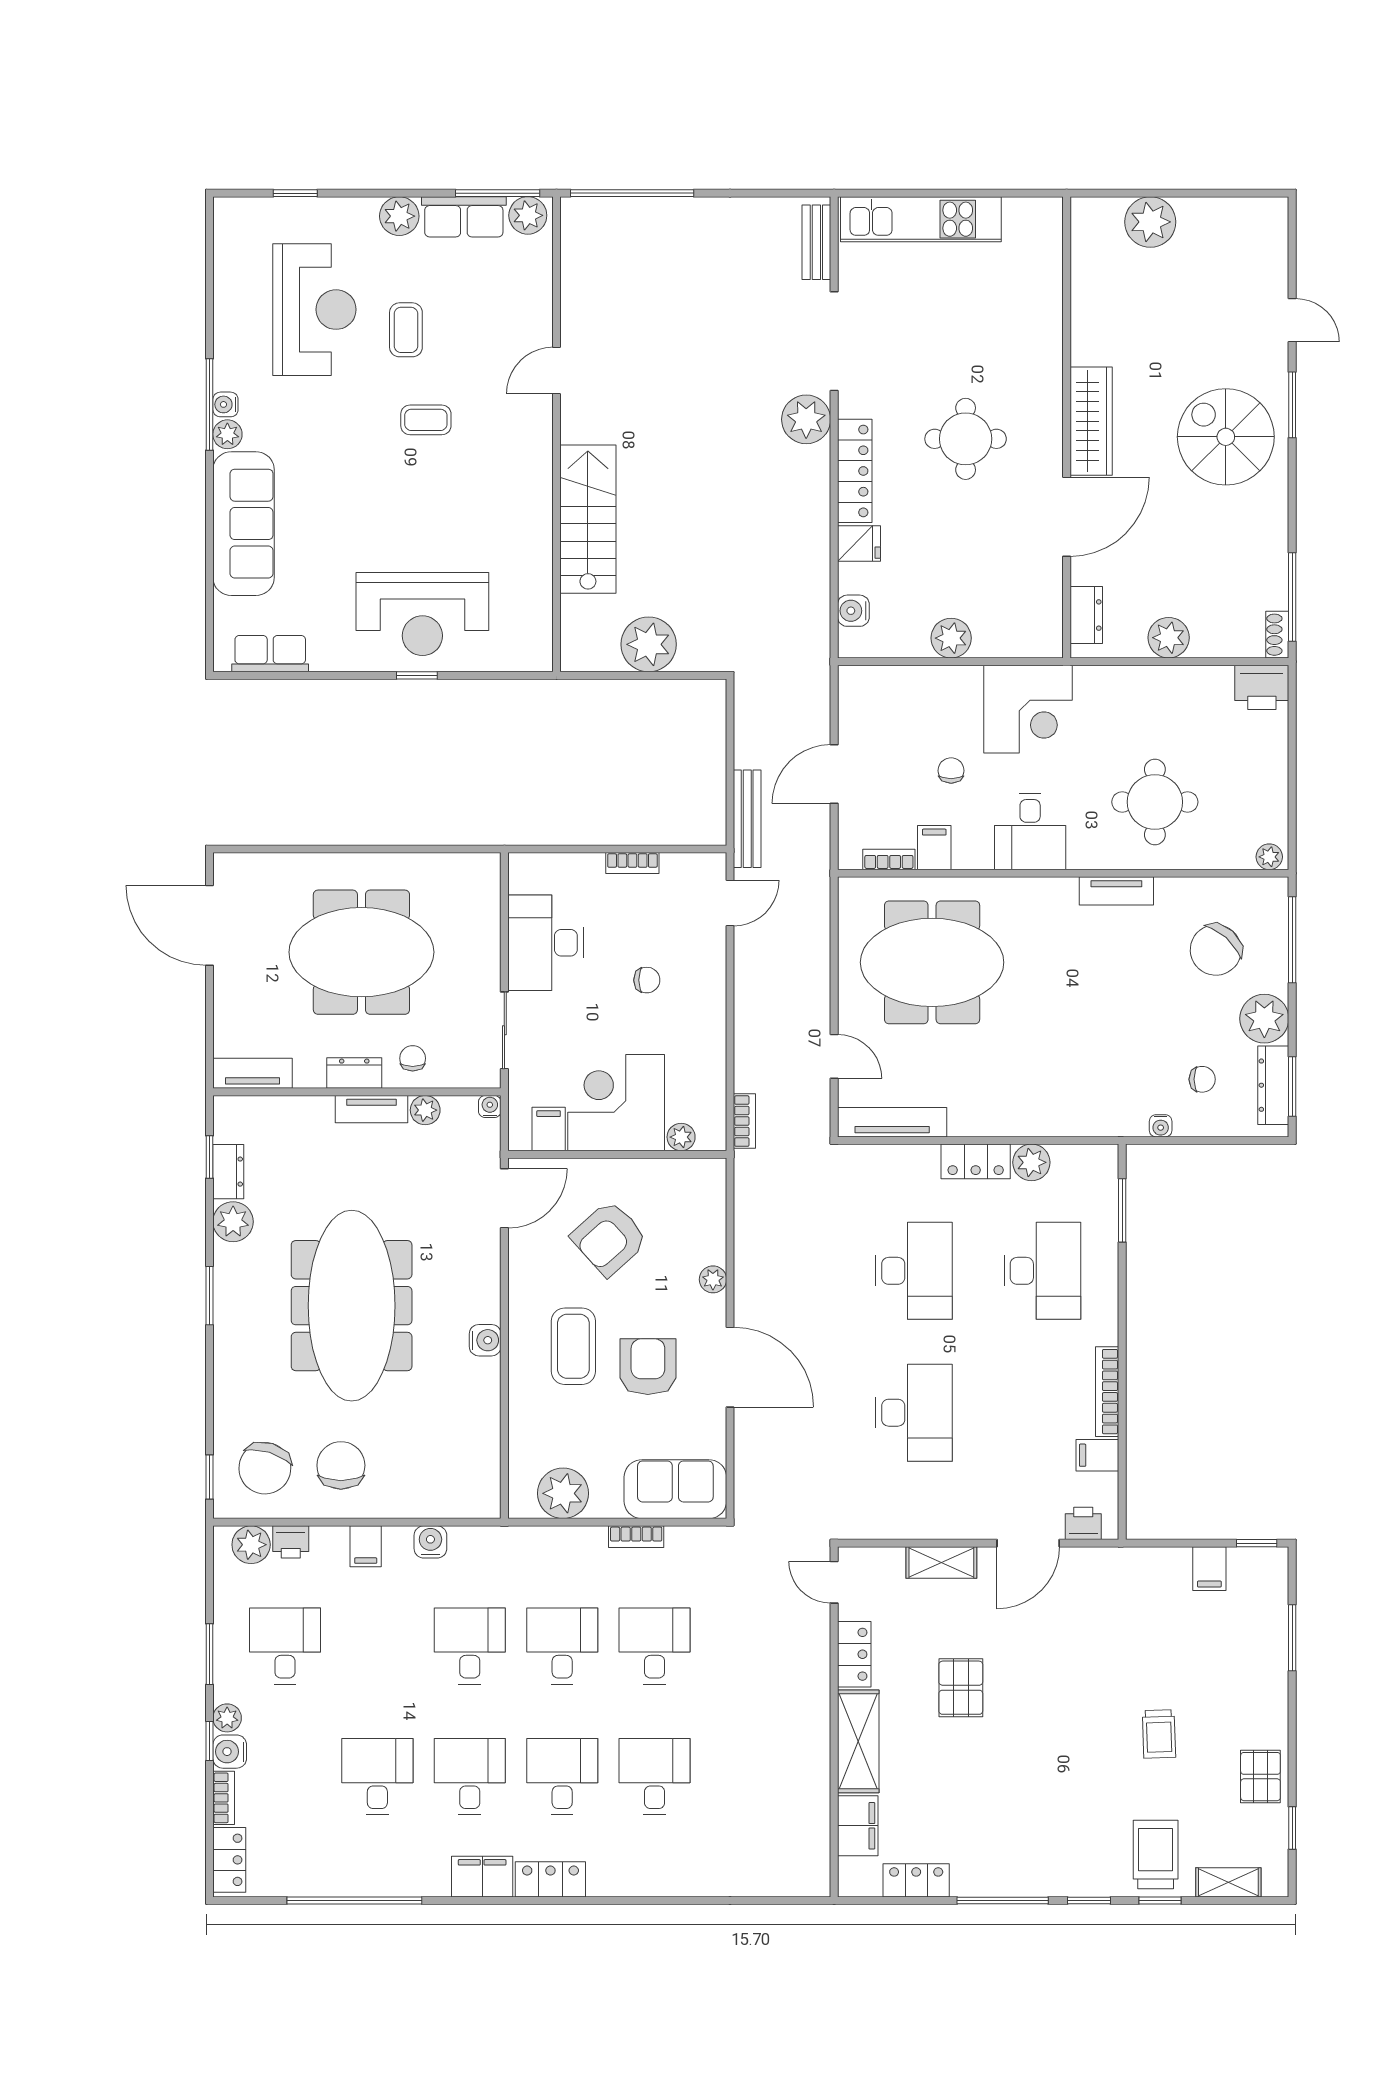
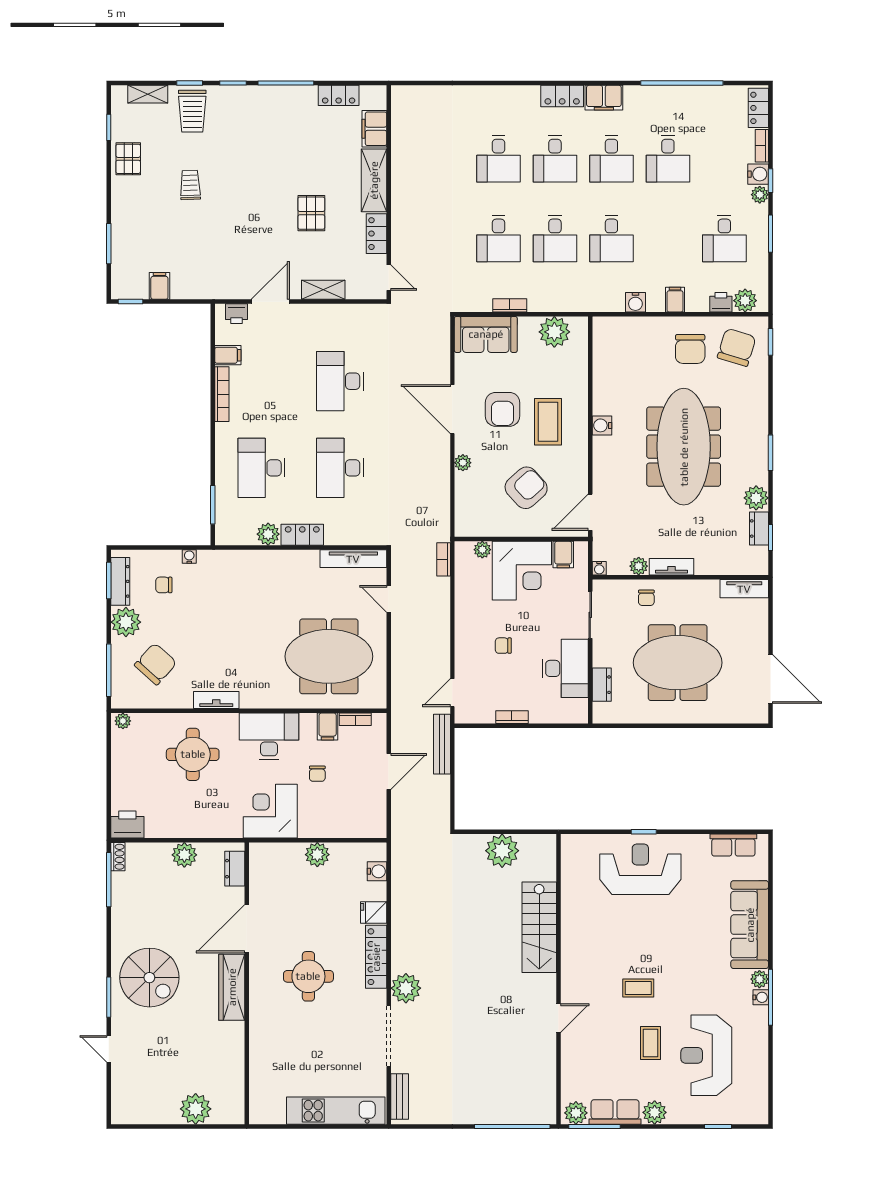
desk: (1030, 832) -> (269, 736), width x1.37
dresser: (354, 1073) -> (602, 685), moved, turned -90

